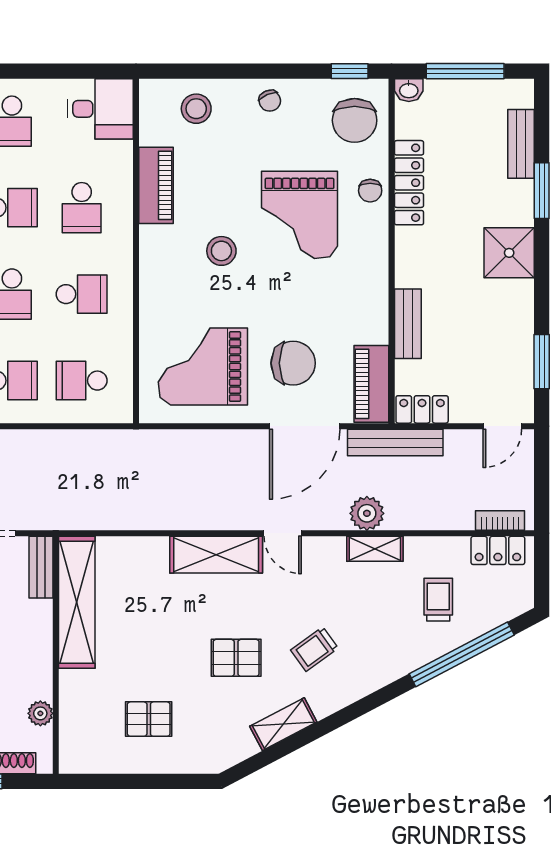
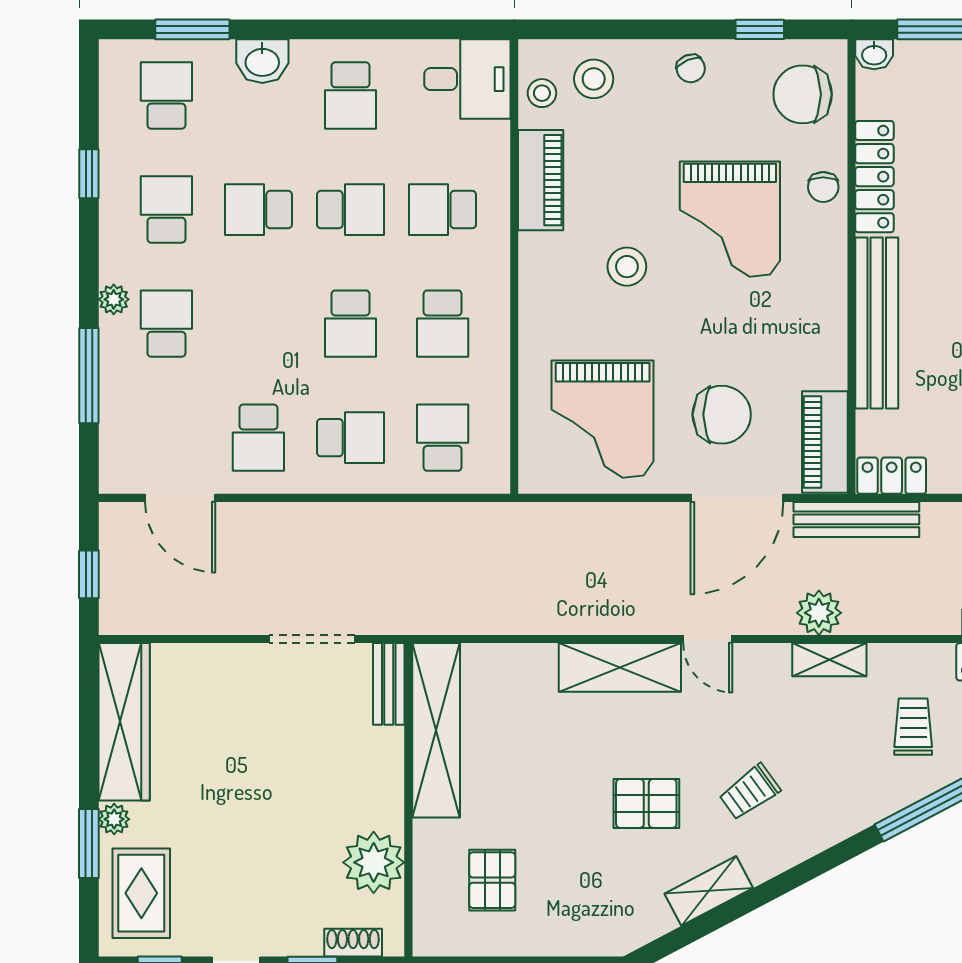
window: (350, 71) -> (760, 29), moved
stool: (157, 119) -> (542, 93), added
chair: (355, 120) -> (803, 94), turned 90
school desk: (82, 208) -> (443, 210), turned 90
school desk: (82, 294) -> (443, 324), turned 90
bench: (408, 324) -> (877, 323), width x1.86, depth x1.21
grand piano: (203, 367) -> (603, 419), turned -90
school desk: (82, 381) -> (443, 438), turned 90
plant: (40, 713) -> (374, 862), width x1.88, depth x1.88
pallet: (149, 719) -> (492, 880), moved, turned 90

